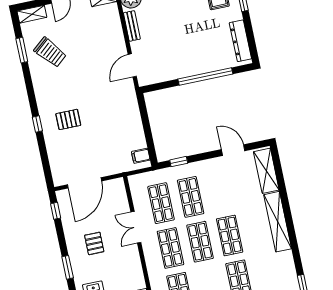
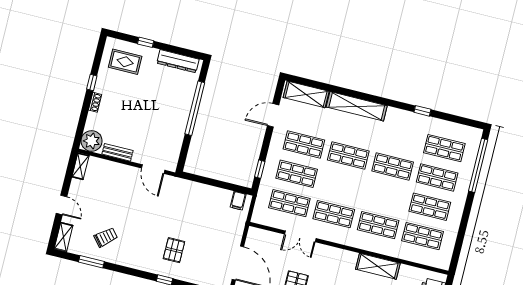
trolley: (50, 52) -> (106, 237), width x0.73, depth x0.72
shop shelf: (200, 242) -> (304, 145), moved

